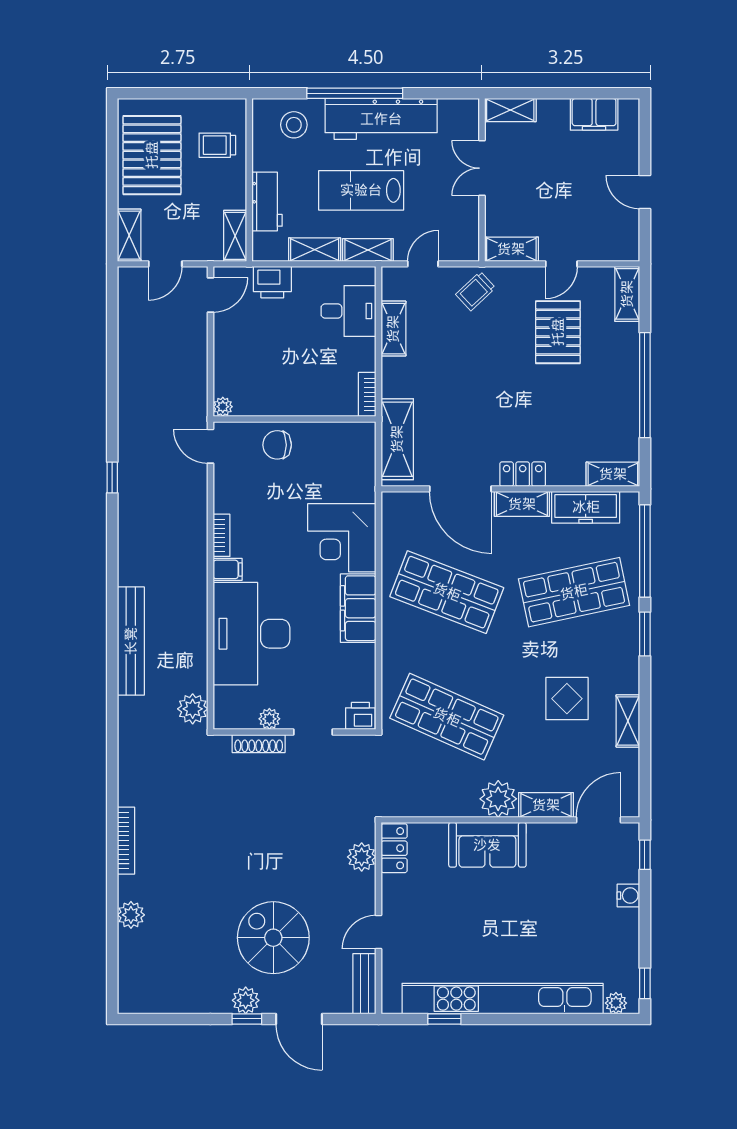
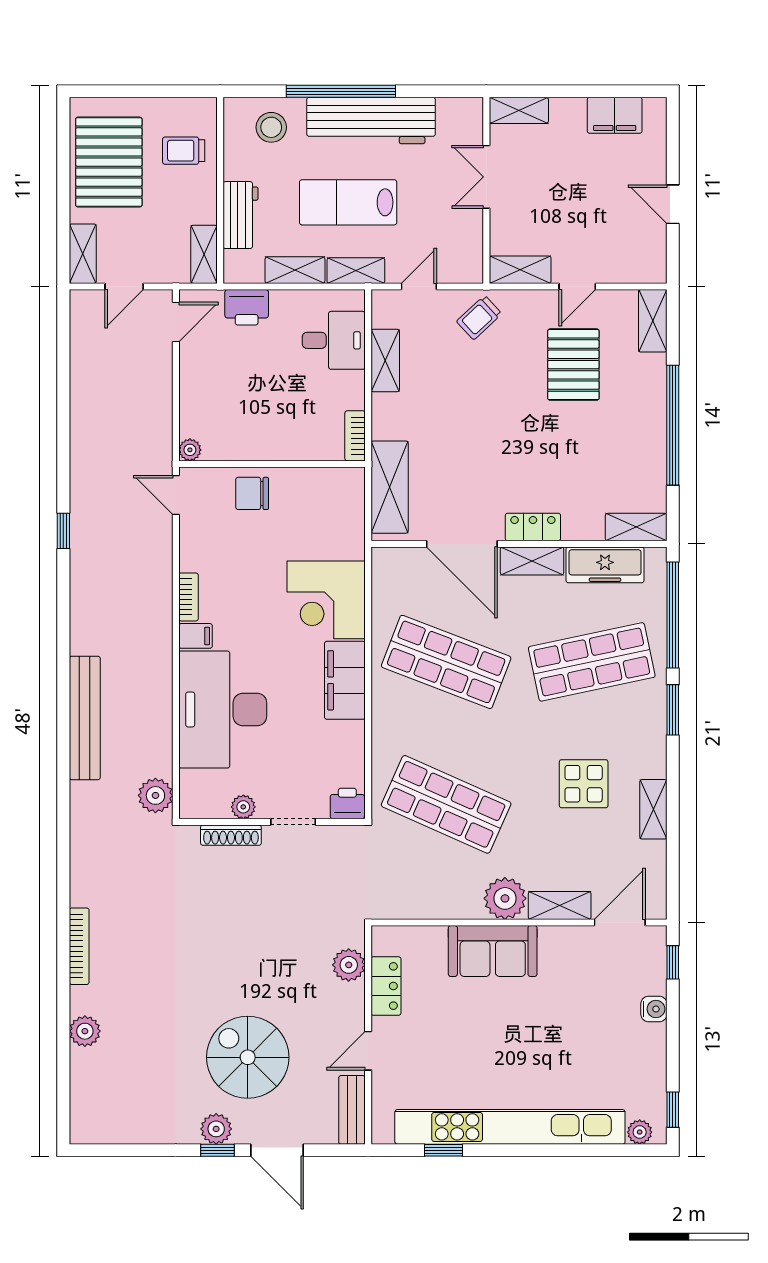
locker: (394, 848) -> (386, 986), moved

